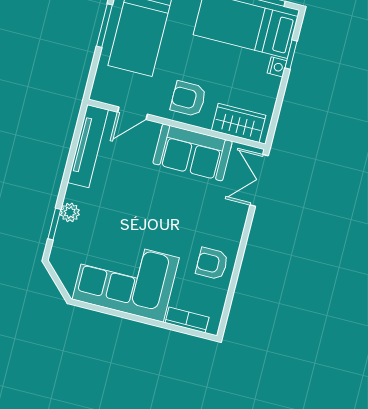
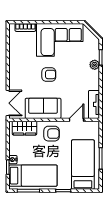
tv unit: (88, 146) -> (94, 104), width x0.71
armchair: (212, 264) -> (49, 74), moved

